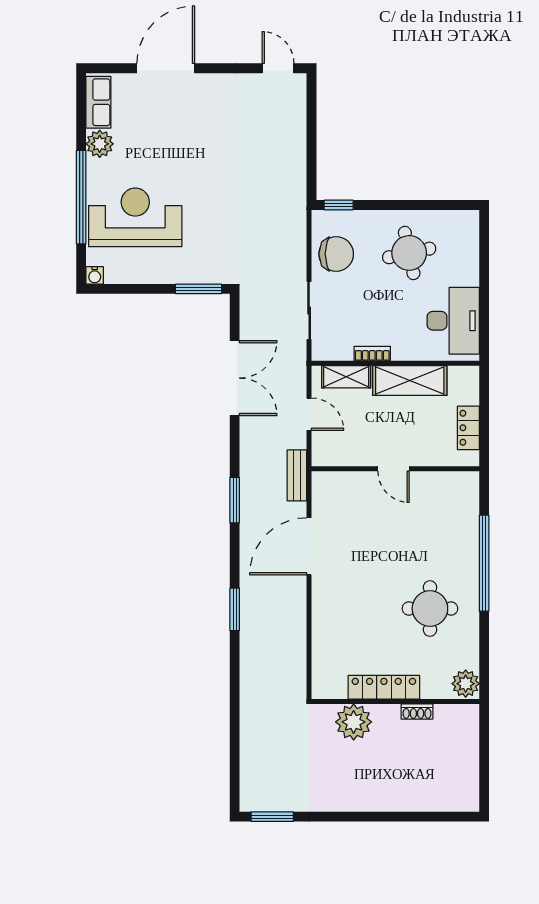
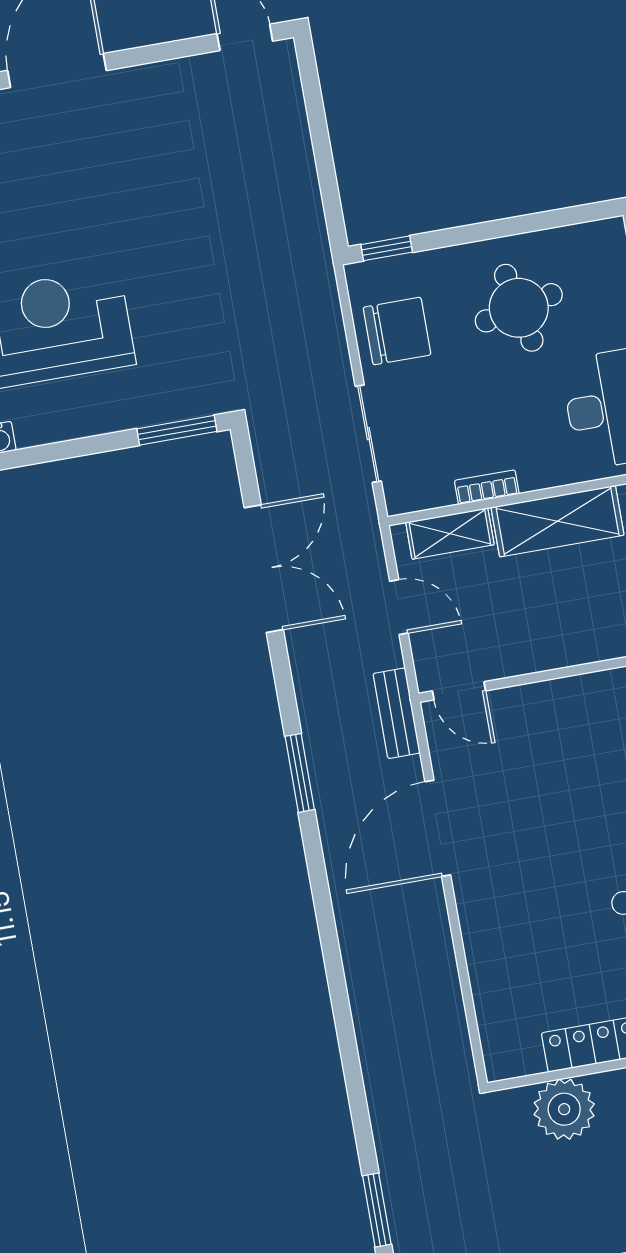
door: (394, 469) -> (459, 691), moved
window: (235, 609) -> (377, 1210), moved

